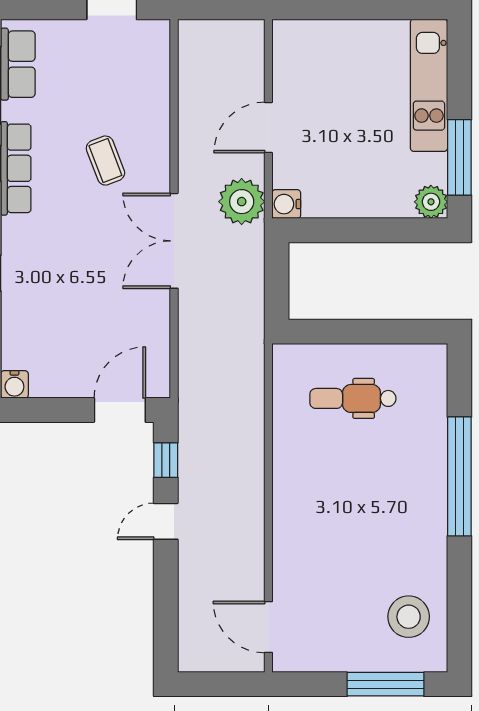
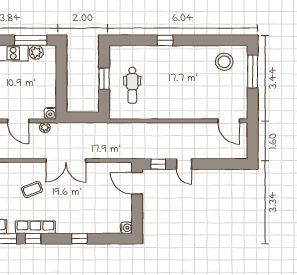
plant: (242, 202) -> (45, 128), width x0.53, depth x0.53
plant: (431, 202) -> (36, 52), moved
window: (368, 332) -> (104, 79), added
window: (459, 476) -> (165, 40), width x0.32
door: (268, 627) -> (229, 121), hinge flipped

